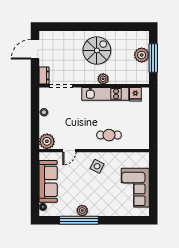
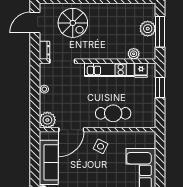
spiral stairs: (97, 50) -> (73, 23), moved, turned 90
plant: (103, 79) -> (134, 54), moved
window: (153, 111) -> (160, 88), added
cafe table: (109, 135) -> (113, 113), width x1.37, depth x1.35
door: (69, 151) -> (71, 130), width x1.87

